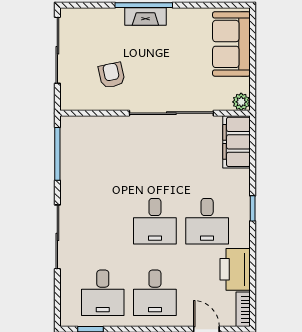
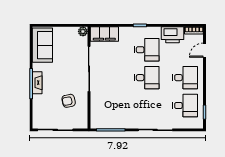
sofa: (231, 44) -> (42, 45), moved, turned -90

